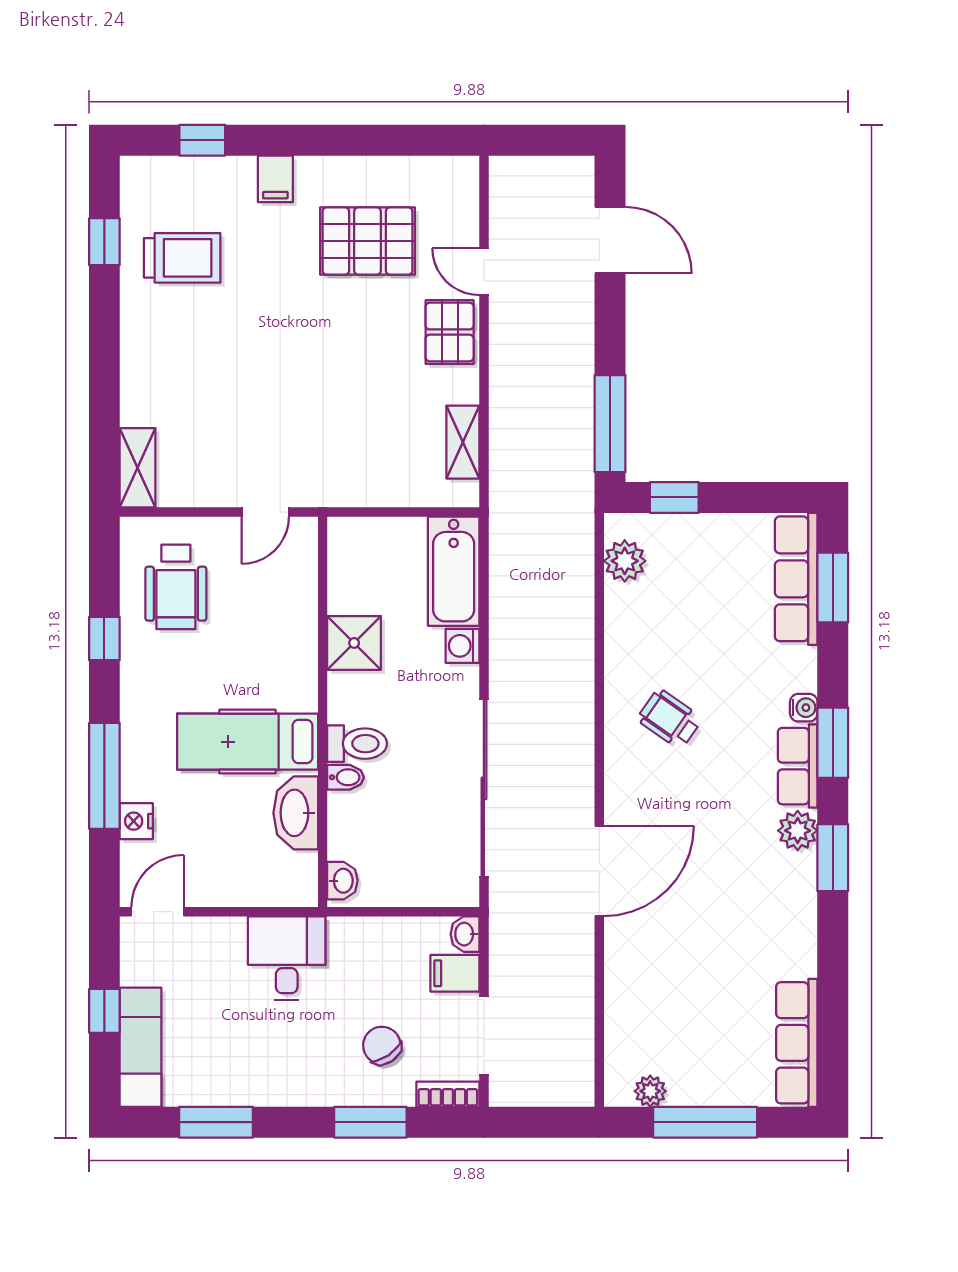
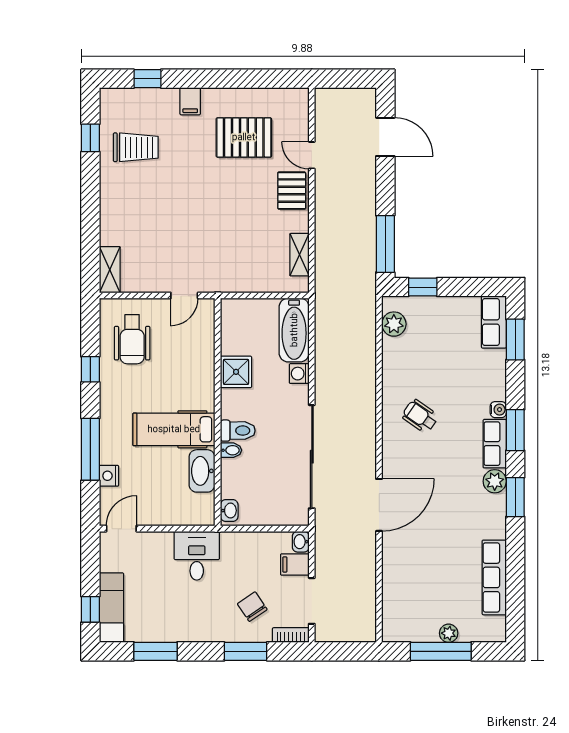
row of seats: (796, 579) -> (494, 322), width x0.68
window: (104, 1011) -> (90, 609), moved
row of seats: (797, 1043) -> (494, 577), moved
plant: (650, 1091) -> (449, 633), moved

